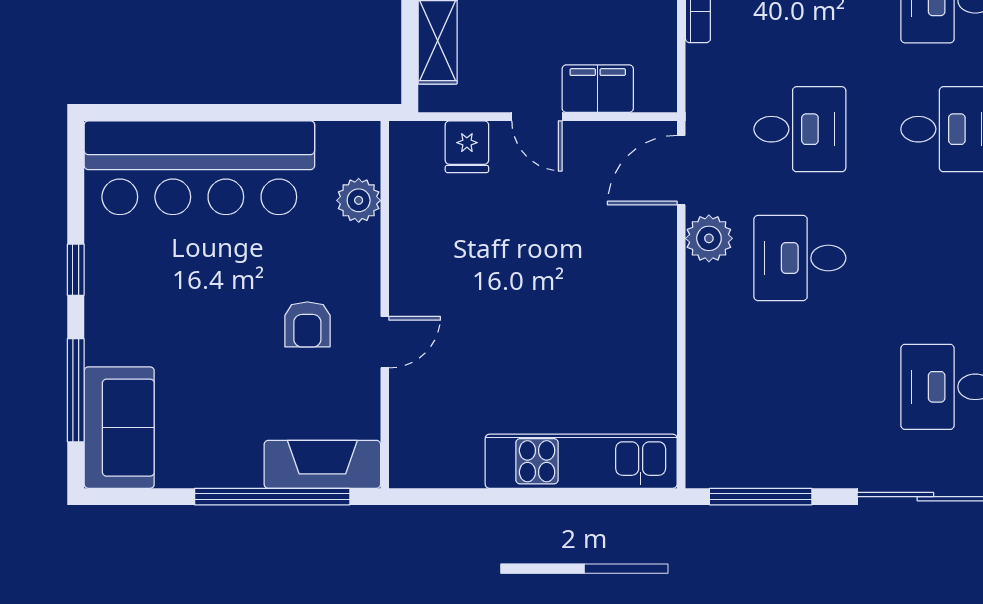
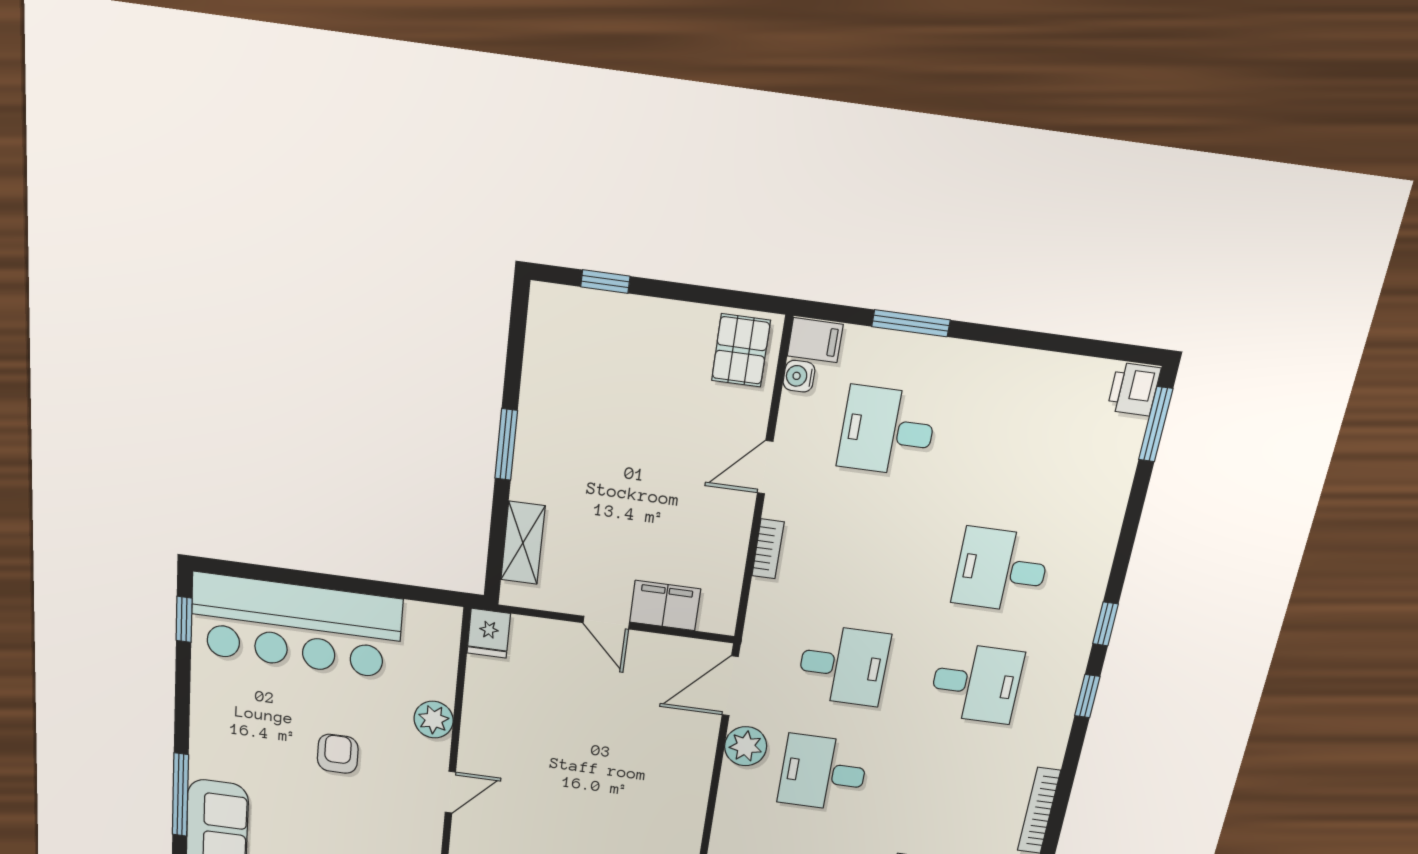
fridge: (467, 147) -> (489, 633), moved
plant: (359, 200) -> (434, 720), moved
window: (76, 270) -> (184, 619), moved
armchair: (307, 324) -> (338, 754), moved, turned 180

